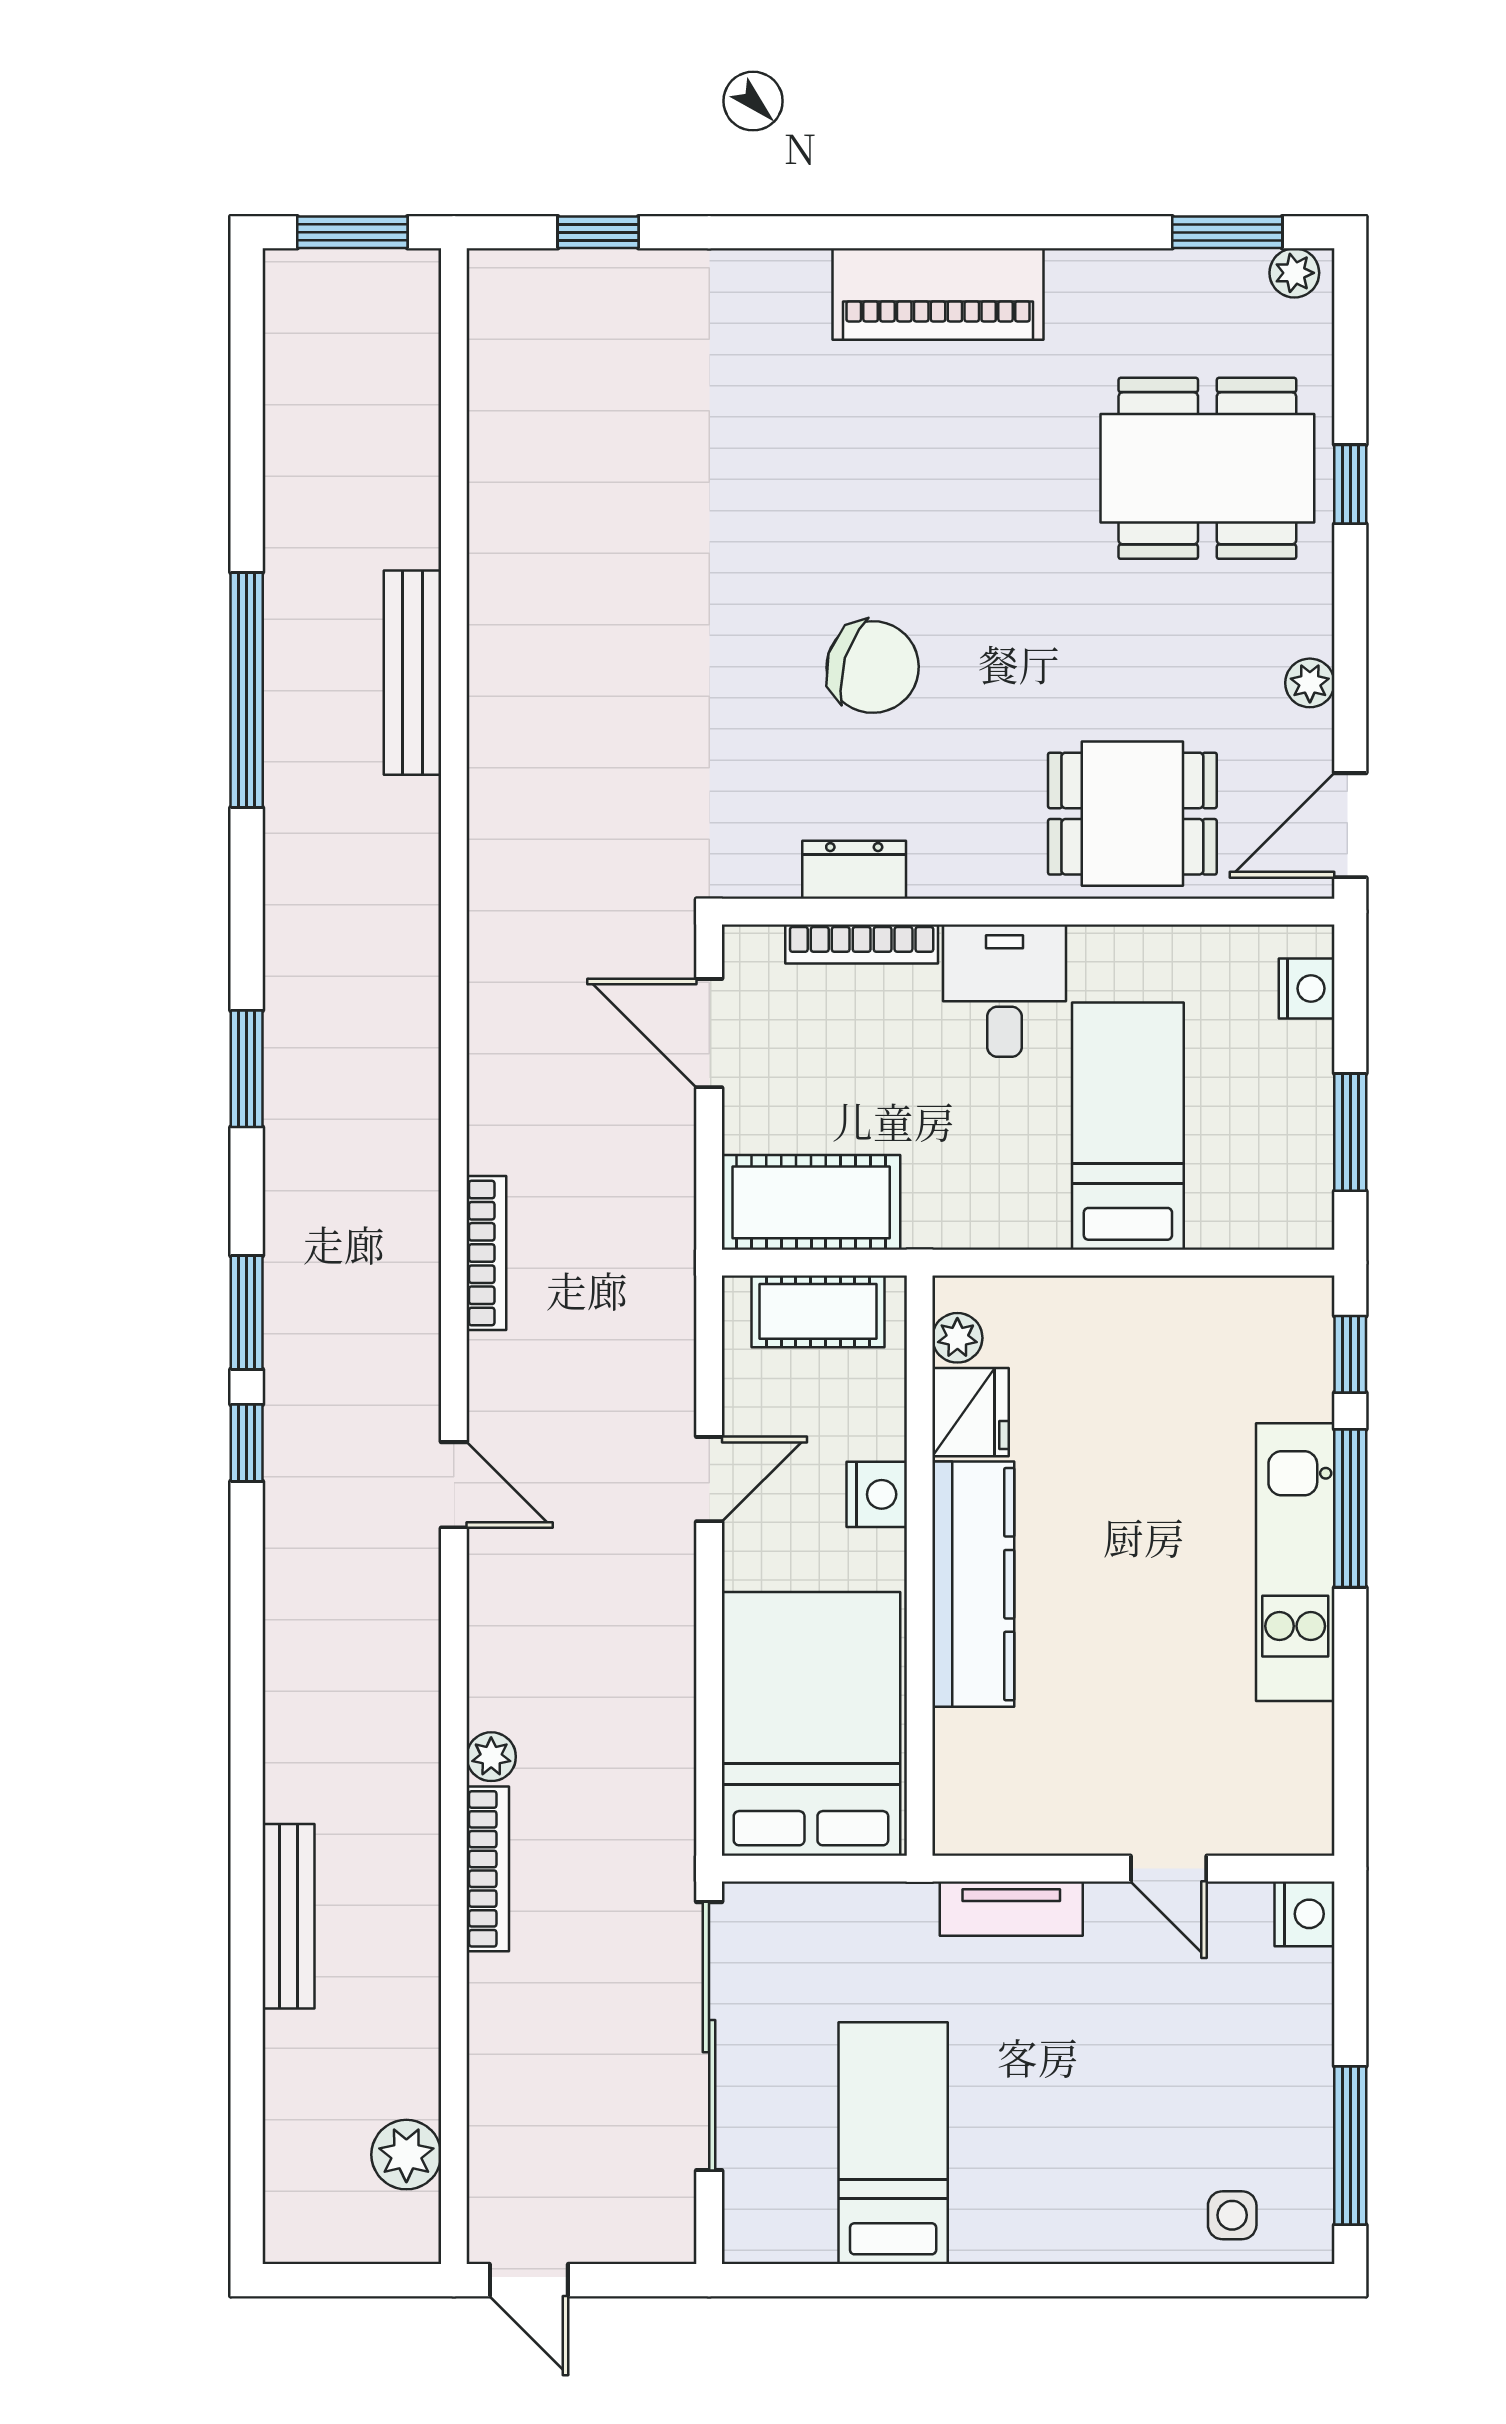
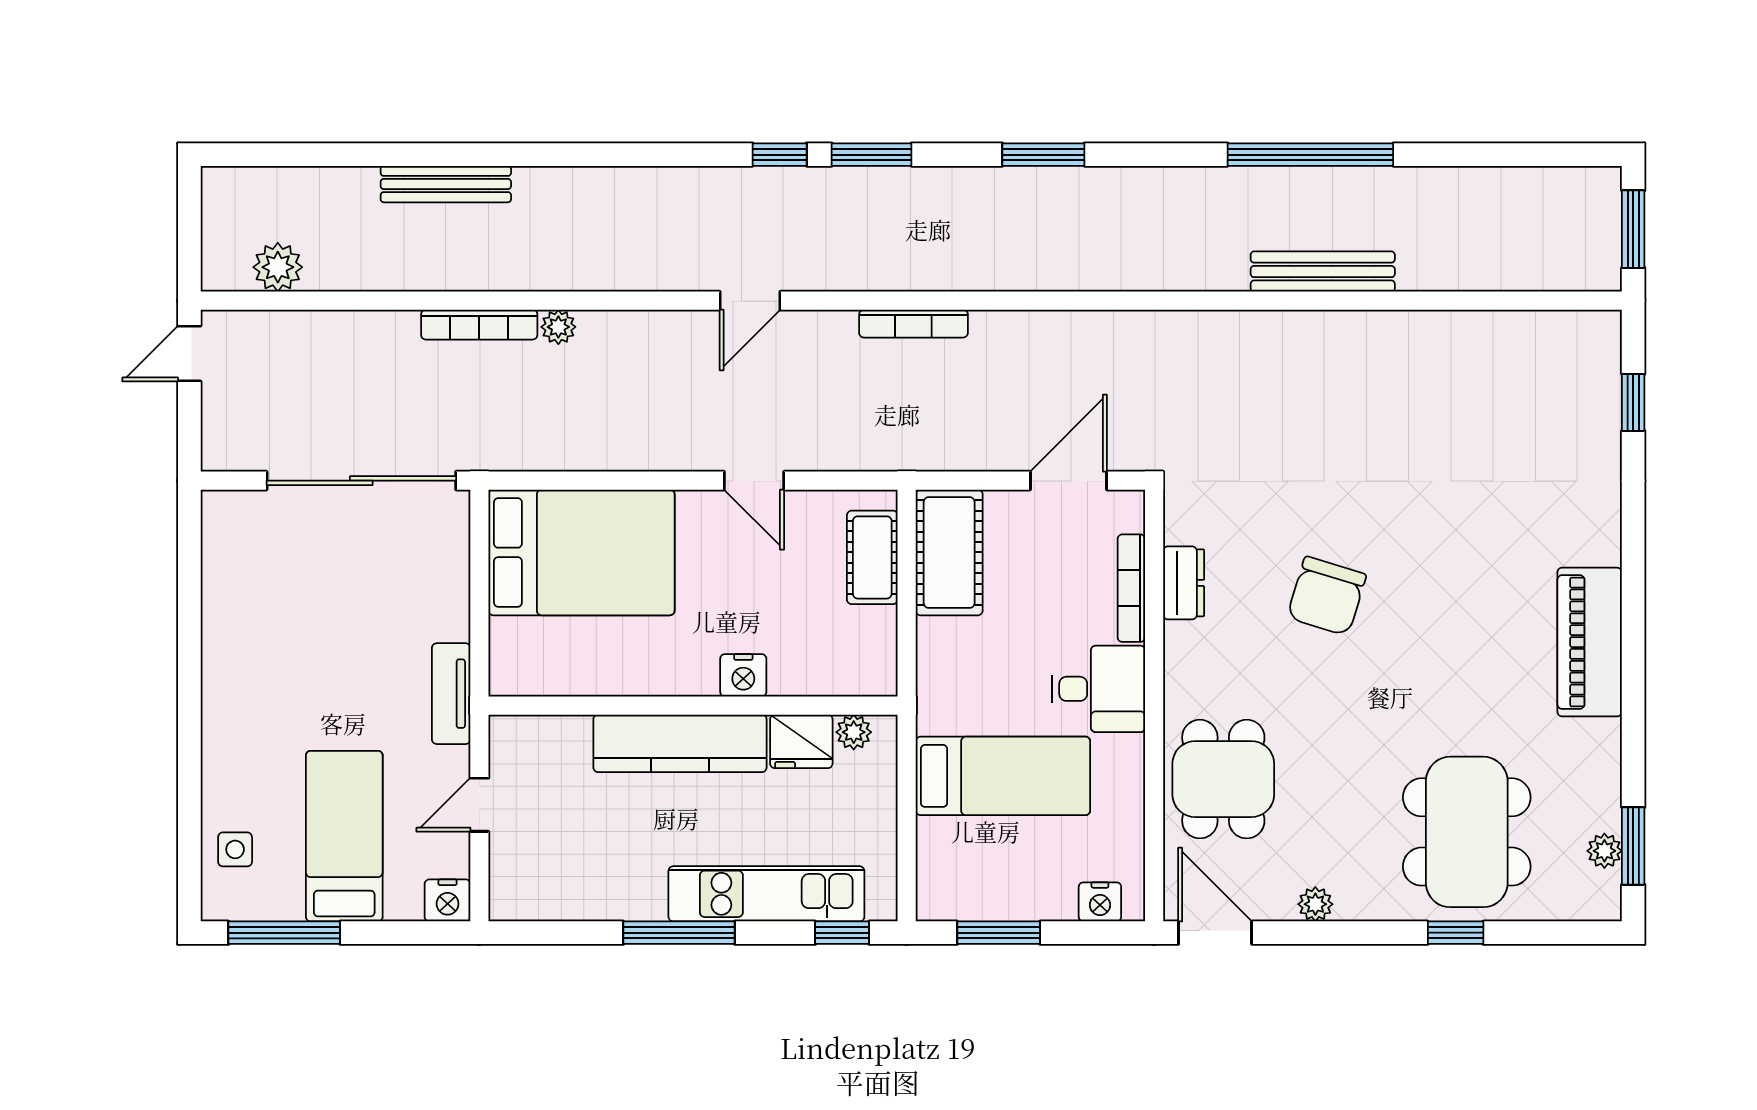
plant: (1294, 273) -> (1604, 851), moved
plant: (957, 1338) -> (854, 732), moved
fridge: (970, 1412) -> (801, 741), moved
nightstand: (877, 1494) -> (743, 675), moved
window: (1350, 1508) -> (679, 933), moved
kitchen unit: (1295, 1562) -> (766, 894), moved
wall: (920, 1566) -> (693, 706), moved
kitchen counter: (973, 1584) -> (680, 743), moved
bed: (893, 2143) -> (344, 836), moved, turned -90

